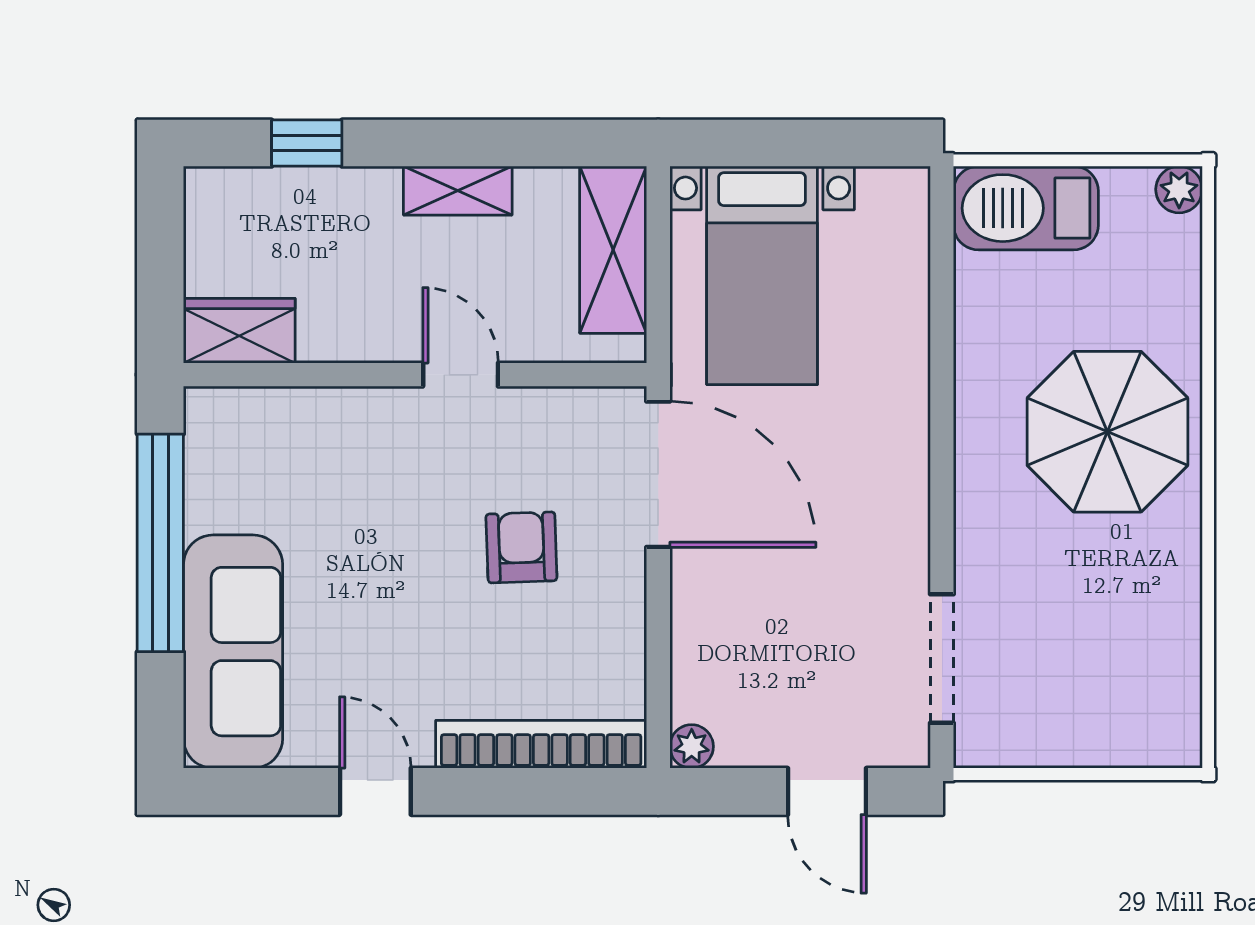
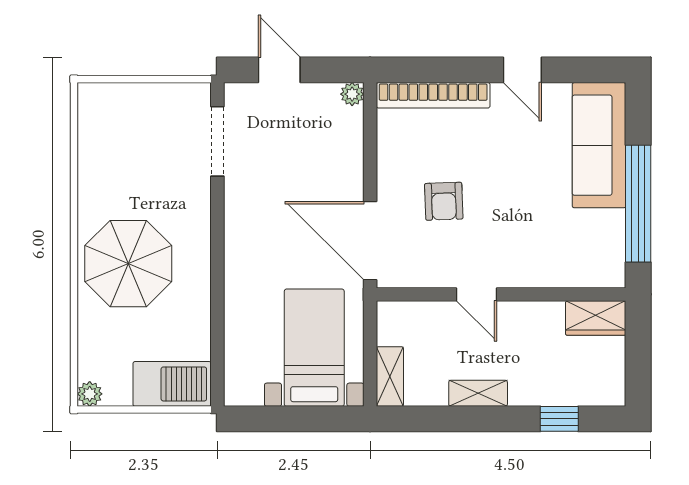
shelving: (613, 250) -> (390, 377), width x0.67, depth x0.75

